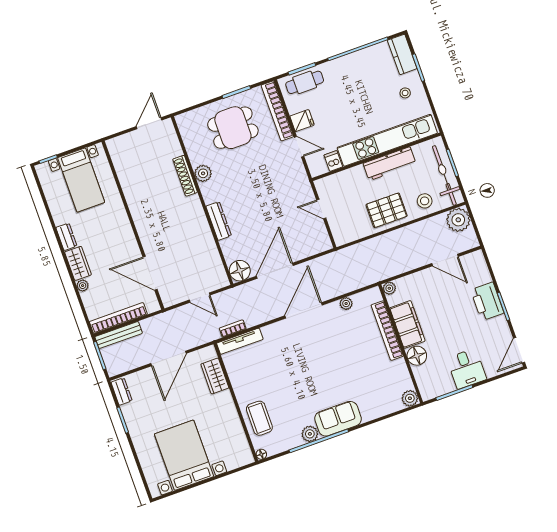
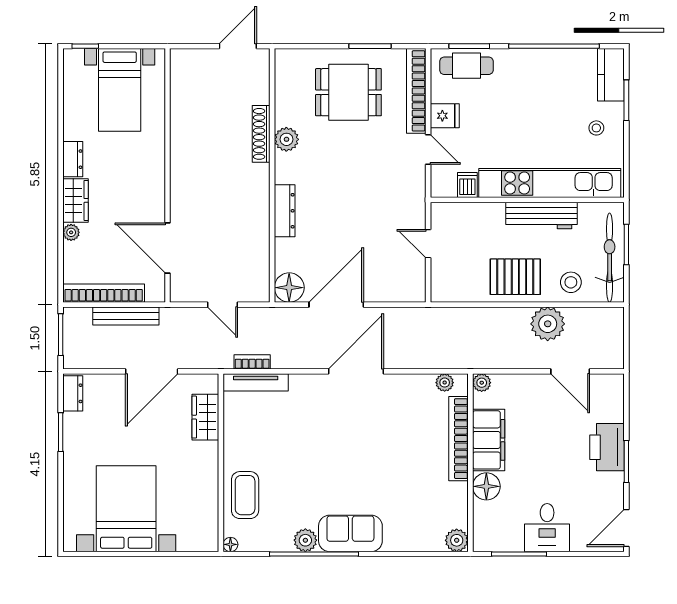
plant: (458, 220) -> (548, 324), moved
plant: (346, 304) -> (445, 383), moved
bench: (119, 335) -> (126, 316), moved

